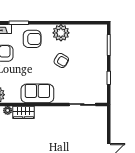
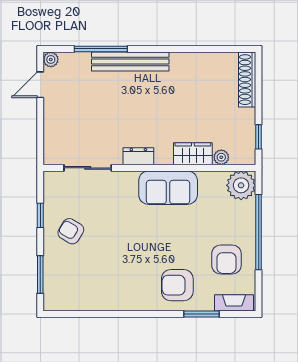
plant: (61, 33) -> (126, 296), removed
armchair: (61, 60) -> (71, 231), moved
dresser: (54, 111) -> (138, 156), added

